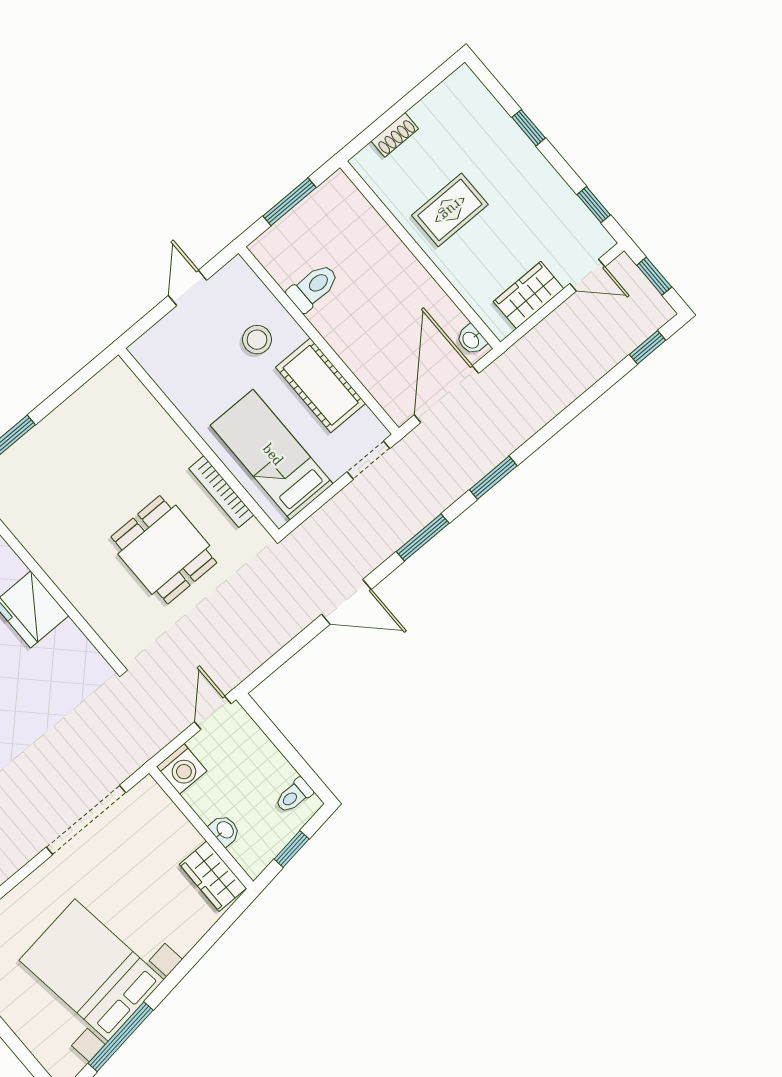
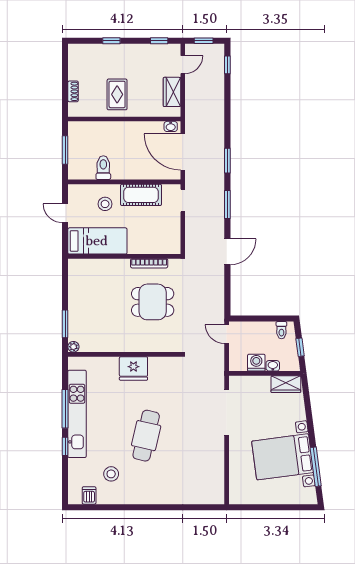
bed: (272, 455) -> (97, 241), moved, turned 180
washing machine: (182, 769) -> (256, 363), moved, turned -90

